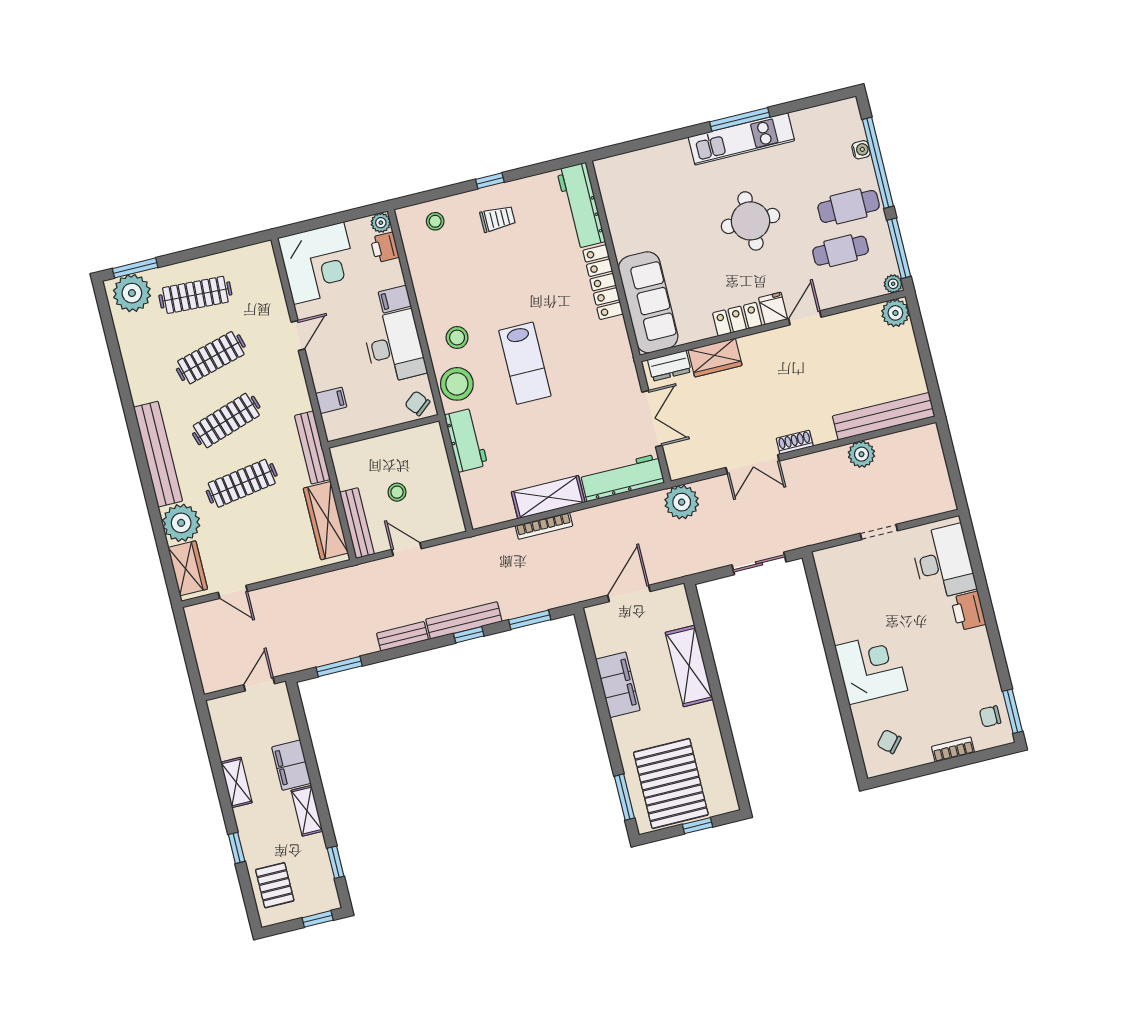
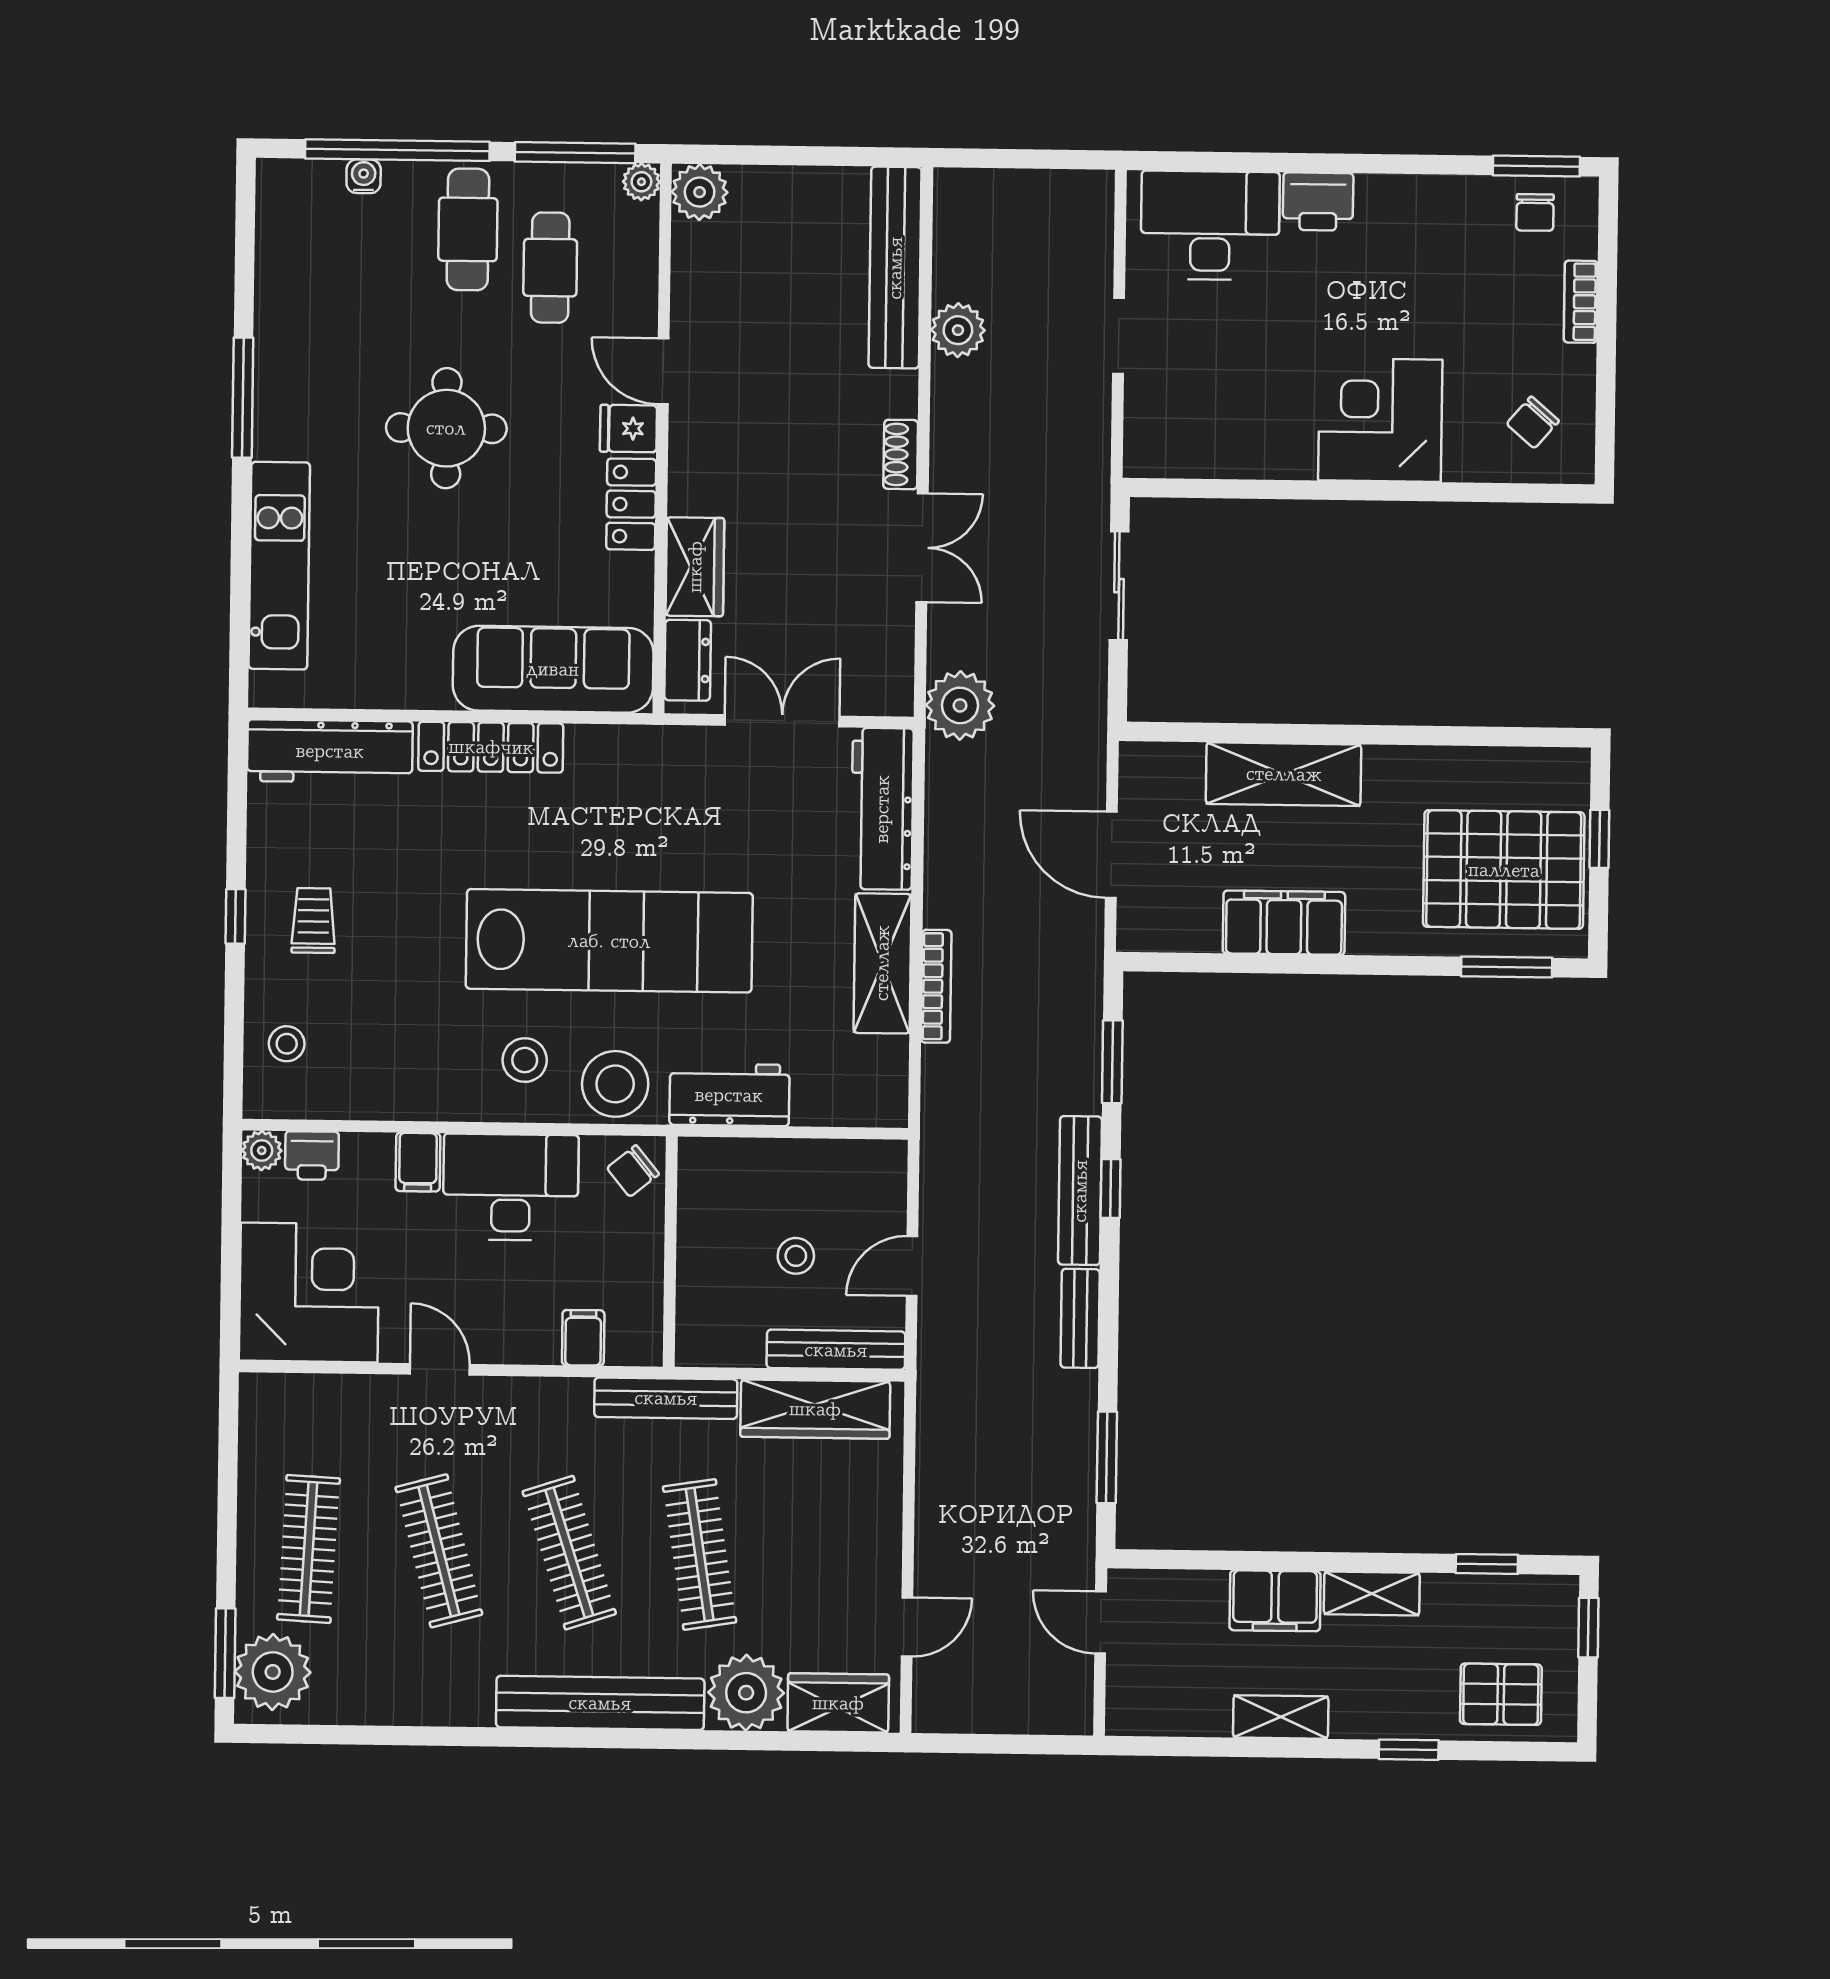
kitchen unit: (741, 139) -> (279, 566), moved
lab bench: (525, 363) -> (609, 941), width x1.86, depth x1.39

